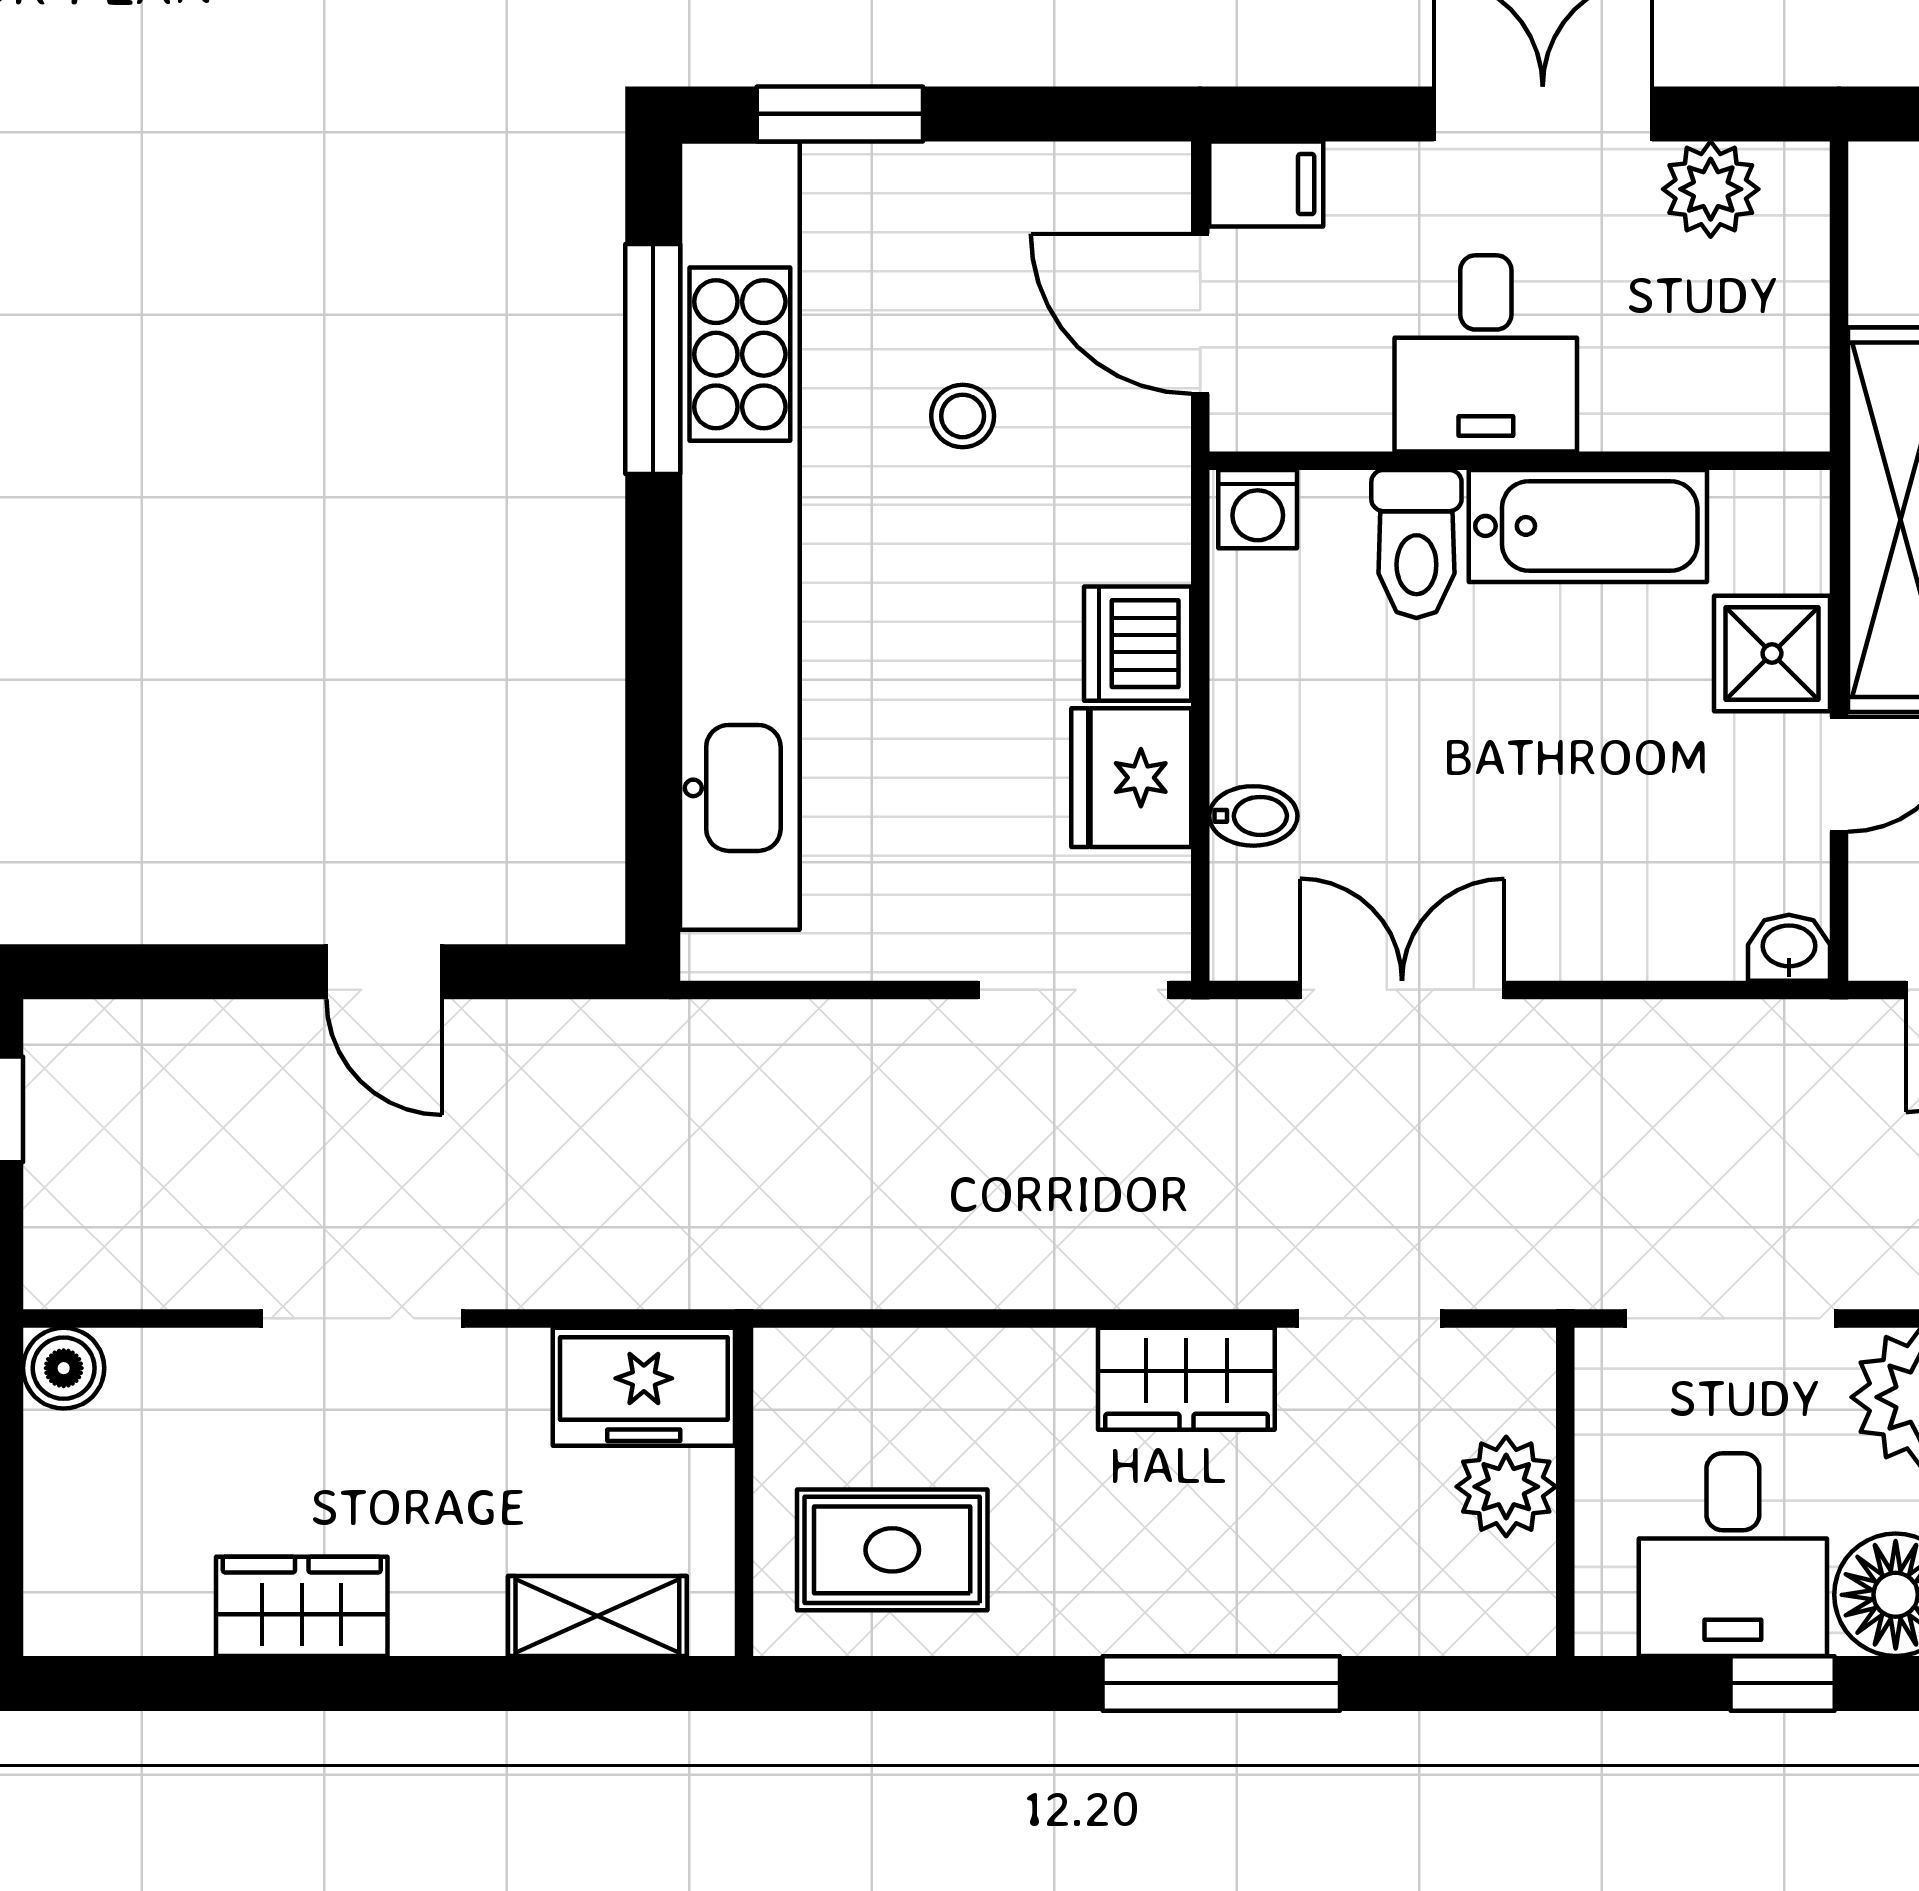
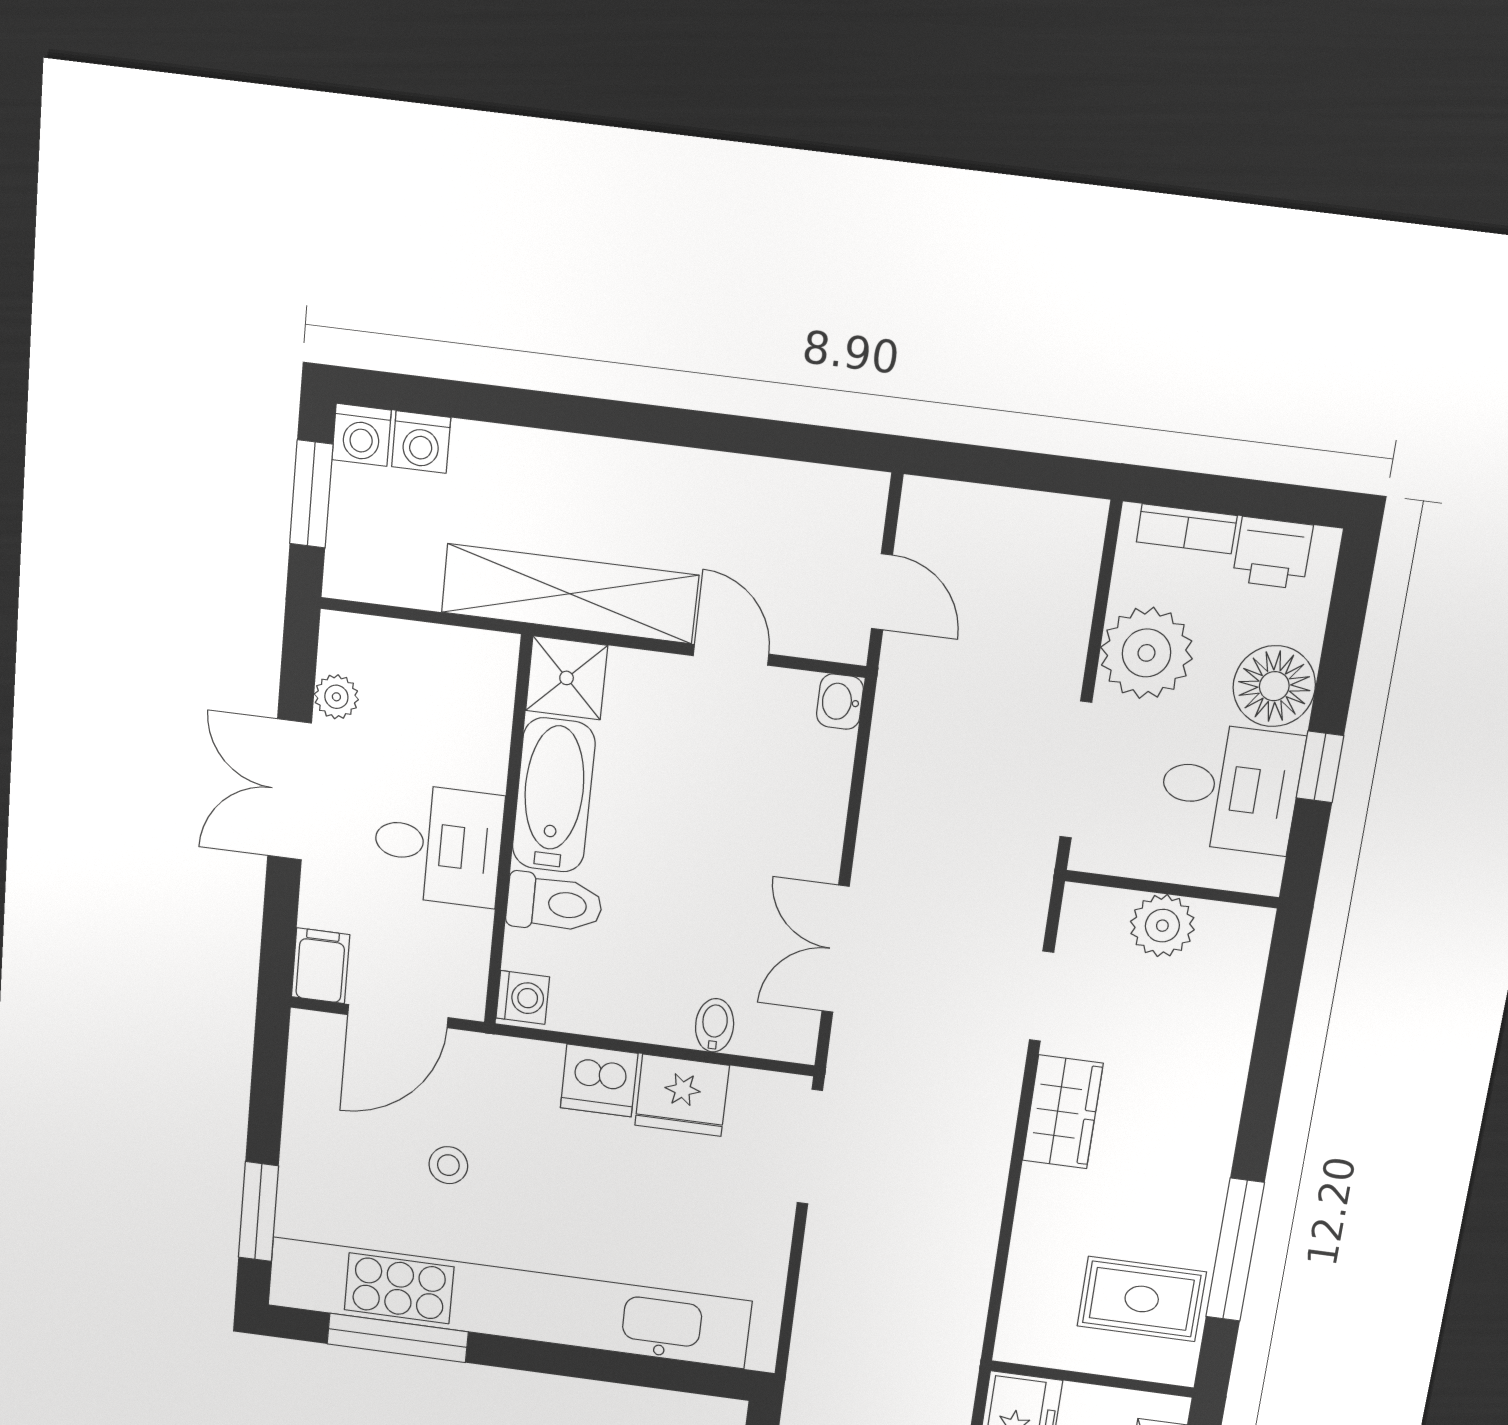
plant: (1711, 189) -> (336, 697), width x0.73, depth x0.73
shower: (1772, 653) -> (567, 678), moved
rug: (892, 1550) -> (1142, 1299), turned 90
window: (1221, 1683) -> (1235, 1250), moved

